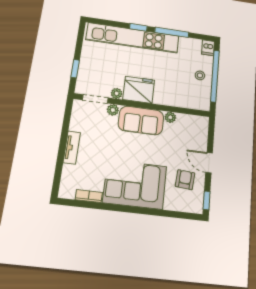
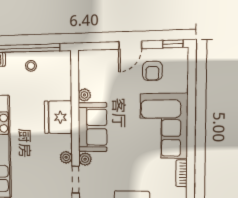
fridge: (139, 90) -> (58, 117), moved
armchair: (185, 180) -> (152, 71), turned -95

